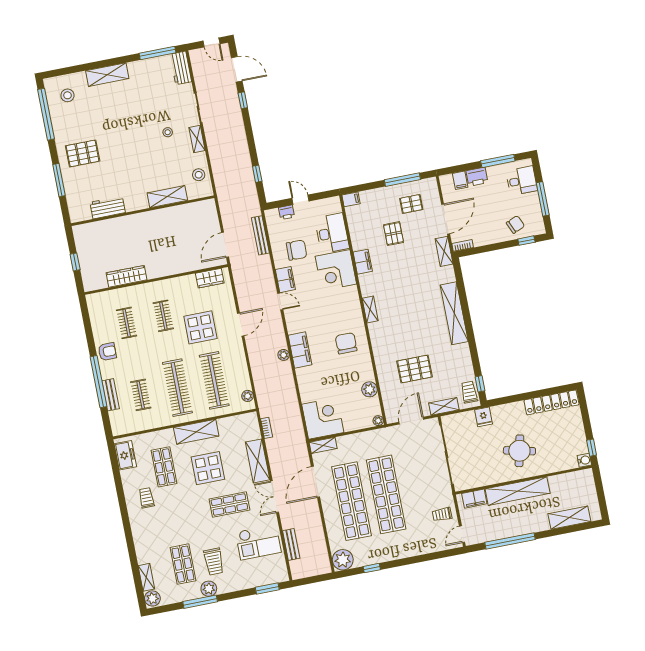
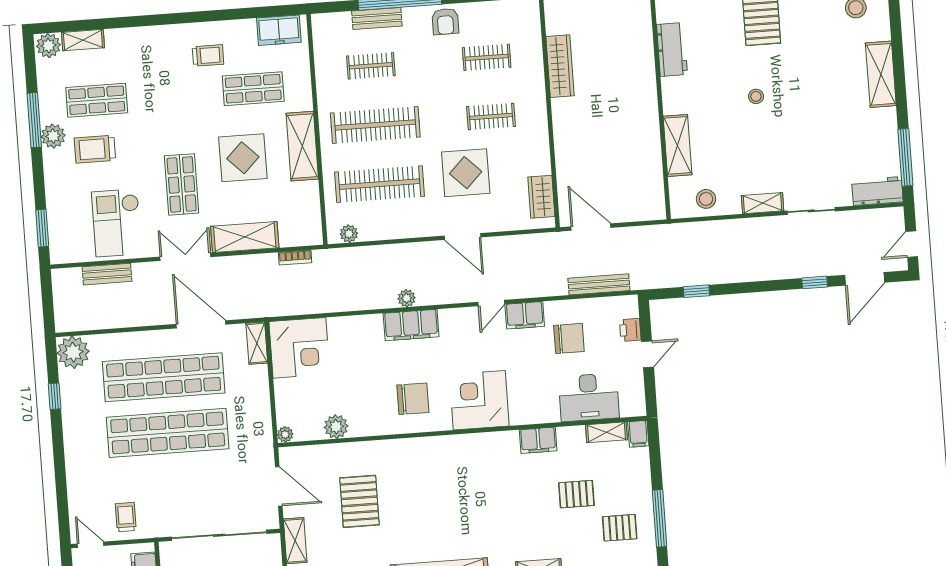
stool: (168, 132) -> (756, 96), moved
pallet: (411, 204) -> (620, 528), turned 90
chair: (297, 250) -> (569, 338), turned -91
corner desk: (336, 270) -> (479, 400), moved
shelving: (370, 309) -> (606, 432), moved

